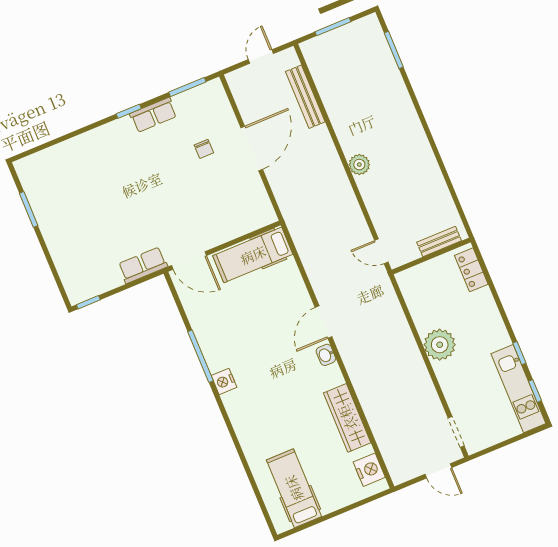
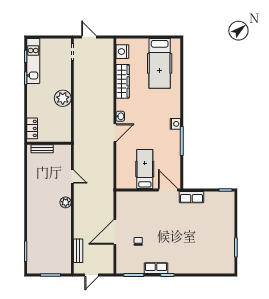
bench: (305, 97) -> (78, 251), width x0.73
door: (381, 251) -> (72, 177), moved
hospital bed: (253, 255) -> (145, 169), moved, turned -90
hospital bed: (294, 488) -> (160, 63), width x1.37, depth x1.29

